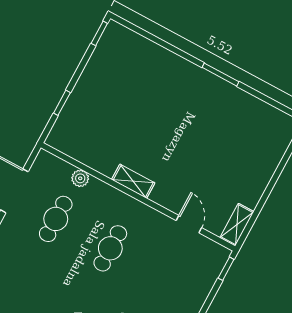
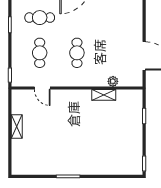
shelving: (133, 181) -> (104, 95), moved
cafe table: (56, 219) -> (40, 53), moved
shelving: (237, 225) -> (17, 126), moved

